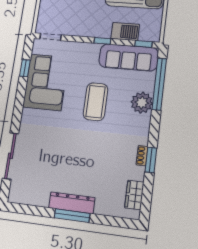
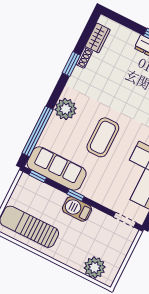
barbecue: (125, 32) -> (77, 209), moved
plant: (142, 103) -> (66, 109), moved
shoe rack: (142, 156) -> (84, 58), moved

